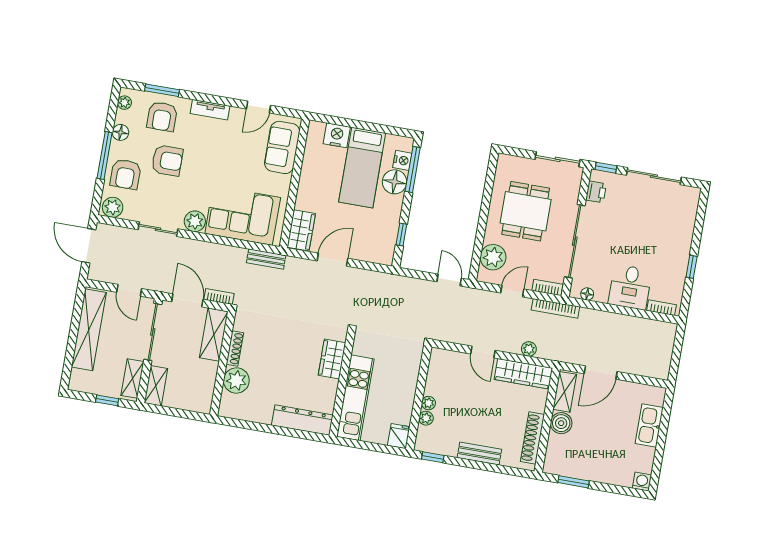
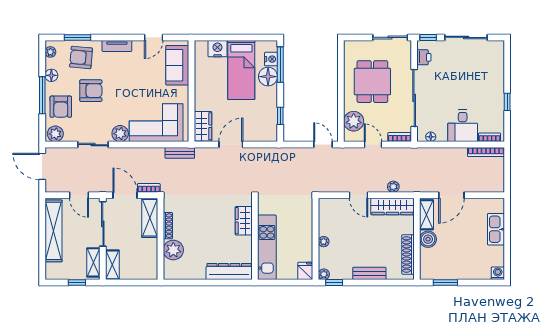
armchair: (162, 116) -> (81, 58), turned 95
door: (512, 291) -> (373, 145), hinge flipped
bookcase: (555, 308) -> (486, 152), moved
plant: (426, 418) -> (324, 274), moved

